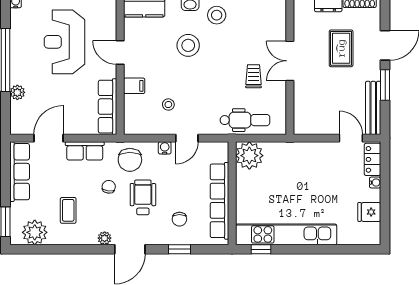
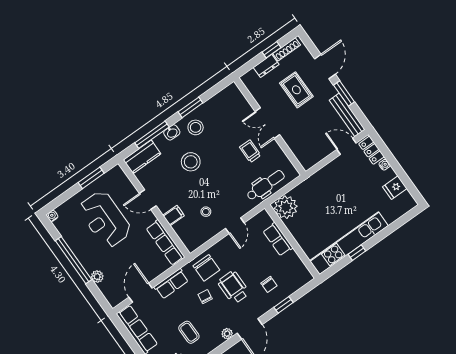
water cooler: (165, 148) -> (224, 243), removed
row of seats: (219, 201) -> (278, 239), width x0.50
window: (261, 249) -> (357, 253), moved

